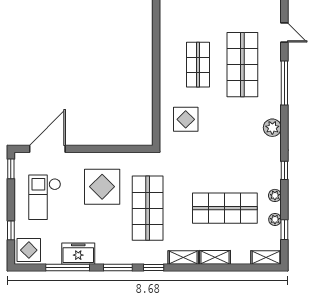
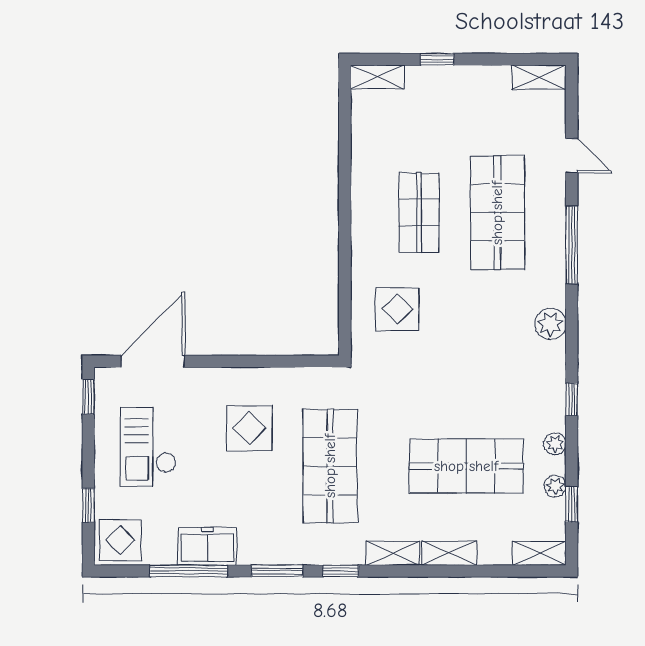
display table: (102, 187) -> (250, 428), width x0.73, depth x0.73

